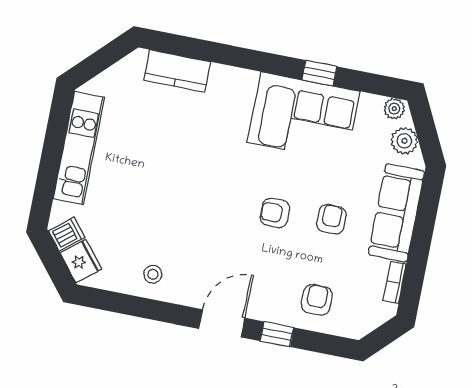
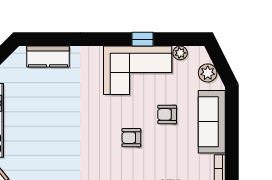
plant: (394, 109) -> (180, 53), moved
armchair: (331, 219) -> (167, 114), moved, turned -90

